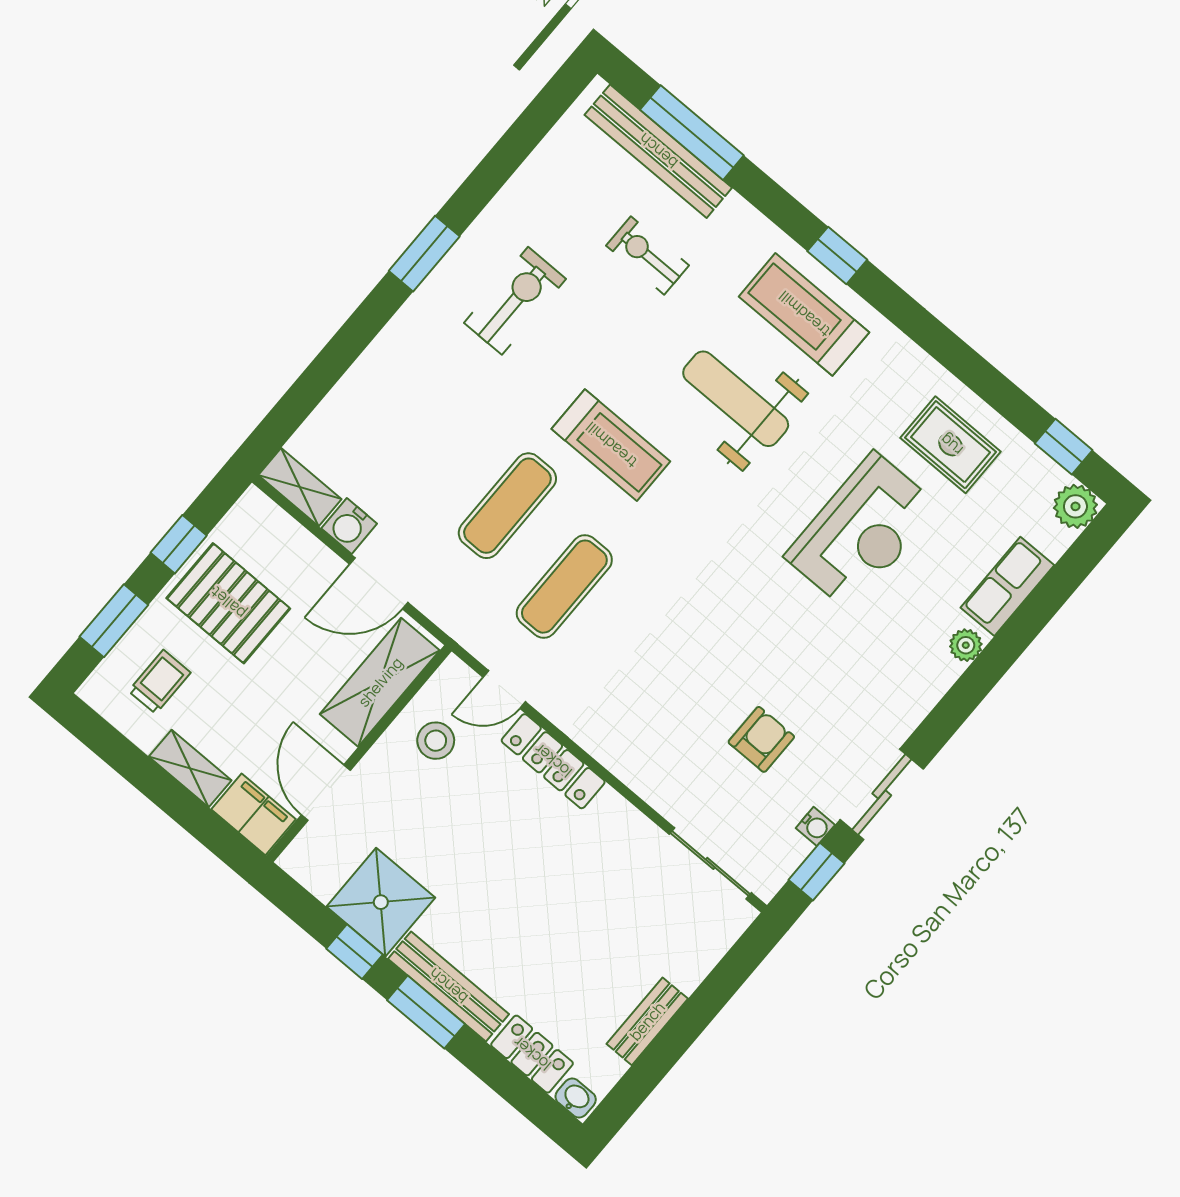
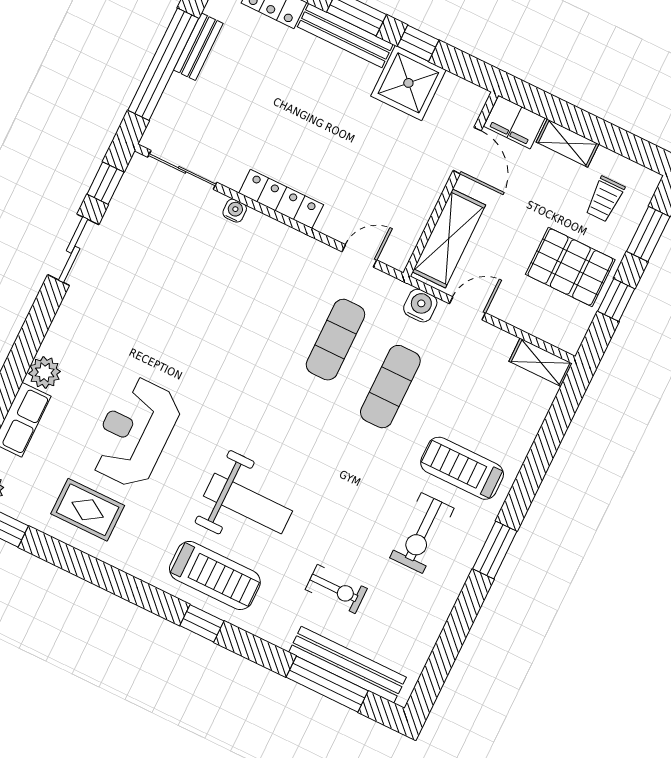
treadmill: (611, 445) -> (462, 468), moved
water cooler: (349, 526) -> (420, 306), moved
door: (379, 583) -> (467, 308), width x0.73
plant: (966, 645) -> (45, 372), width x1.38, depth x1.38
armchair: (761, 739) -> (168, 267), removed
stool: (436, 741) -> (399, 207), removed
locker: (553, 761) -> (281, 199), moved
water cooler: (815, 826) -> (235, 211), moved, turned 90
window: (700, 1010) -> (163, 64), added

